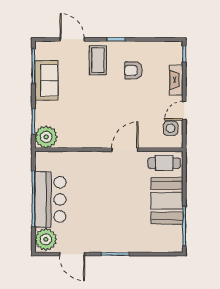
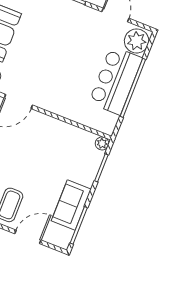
door: (72, 39) -> (28, 237), swing flipped
plant: (46, 137) -> (102, 143), width x0.53, depth x0.53

